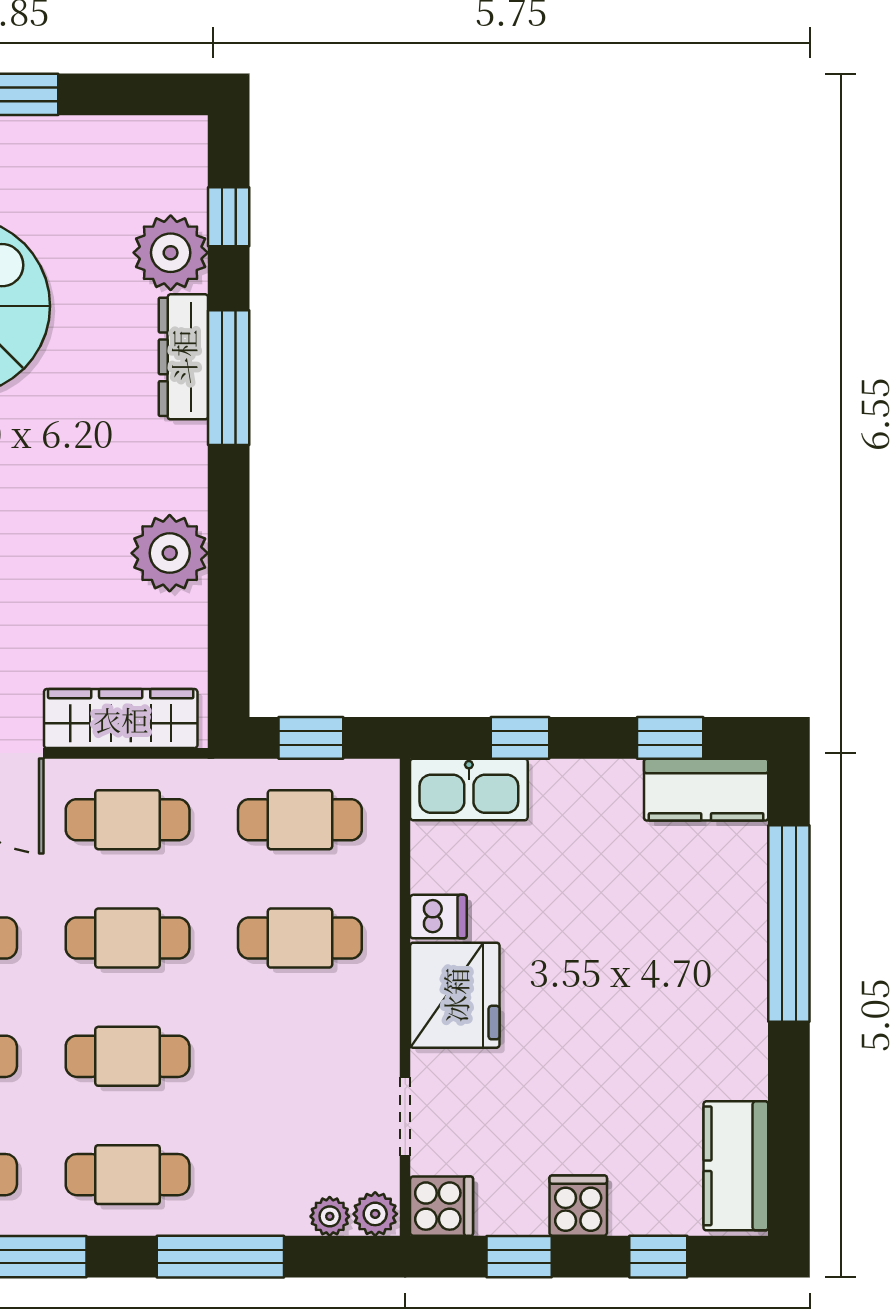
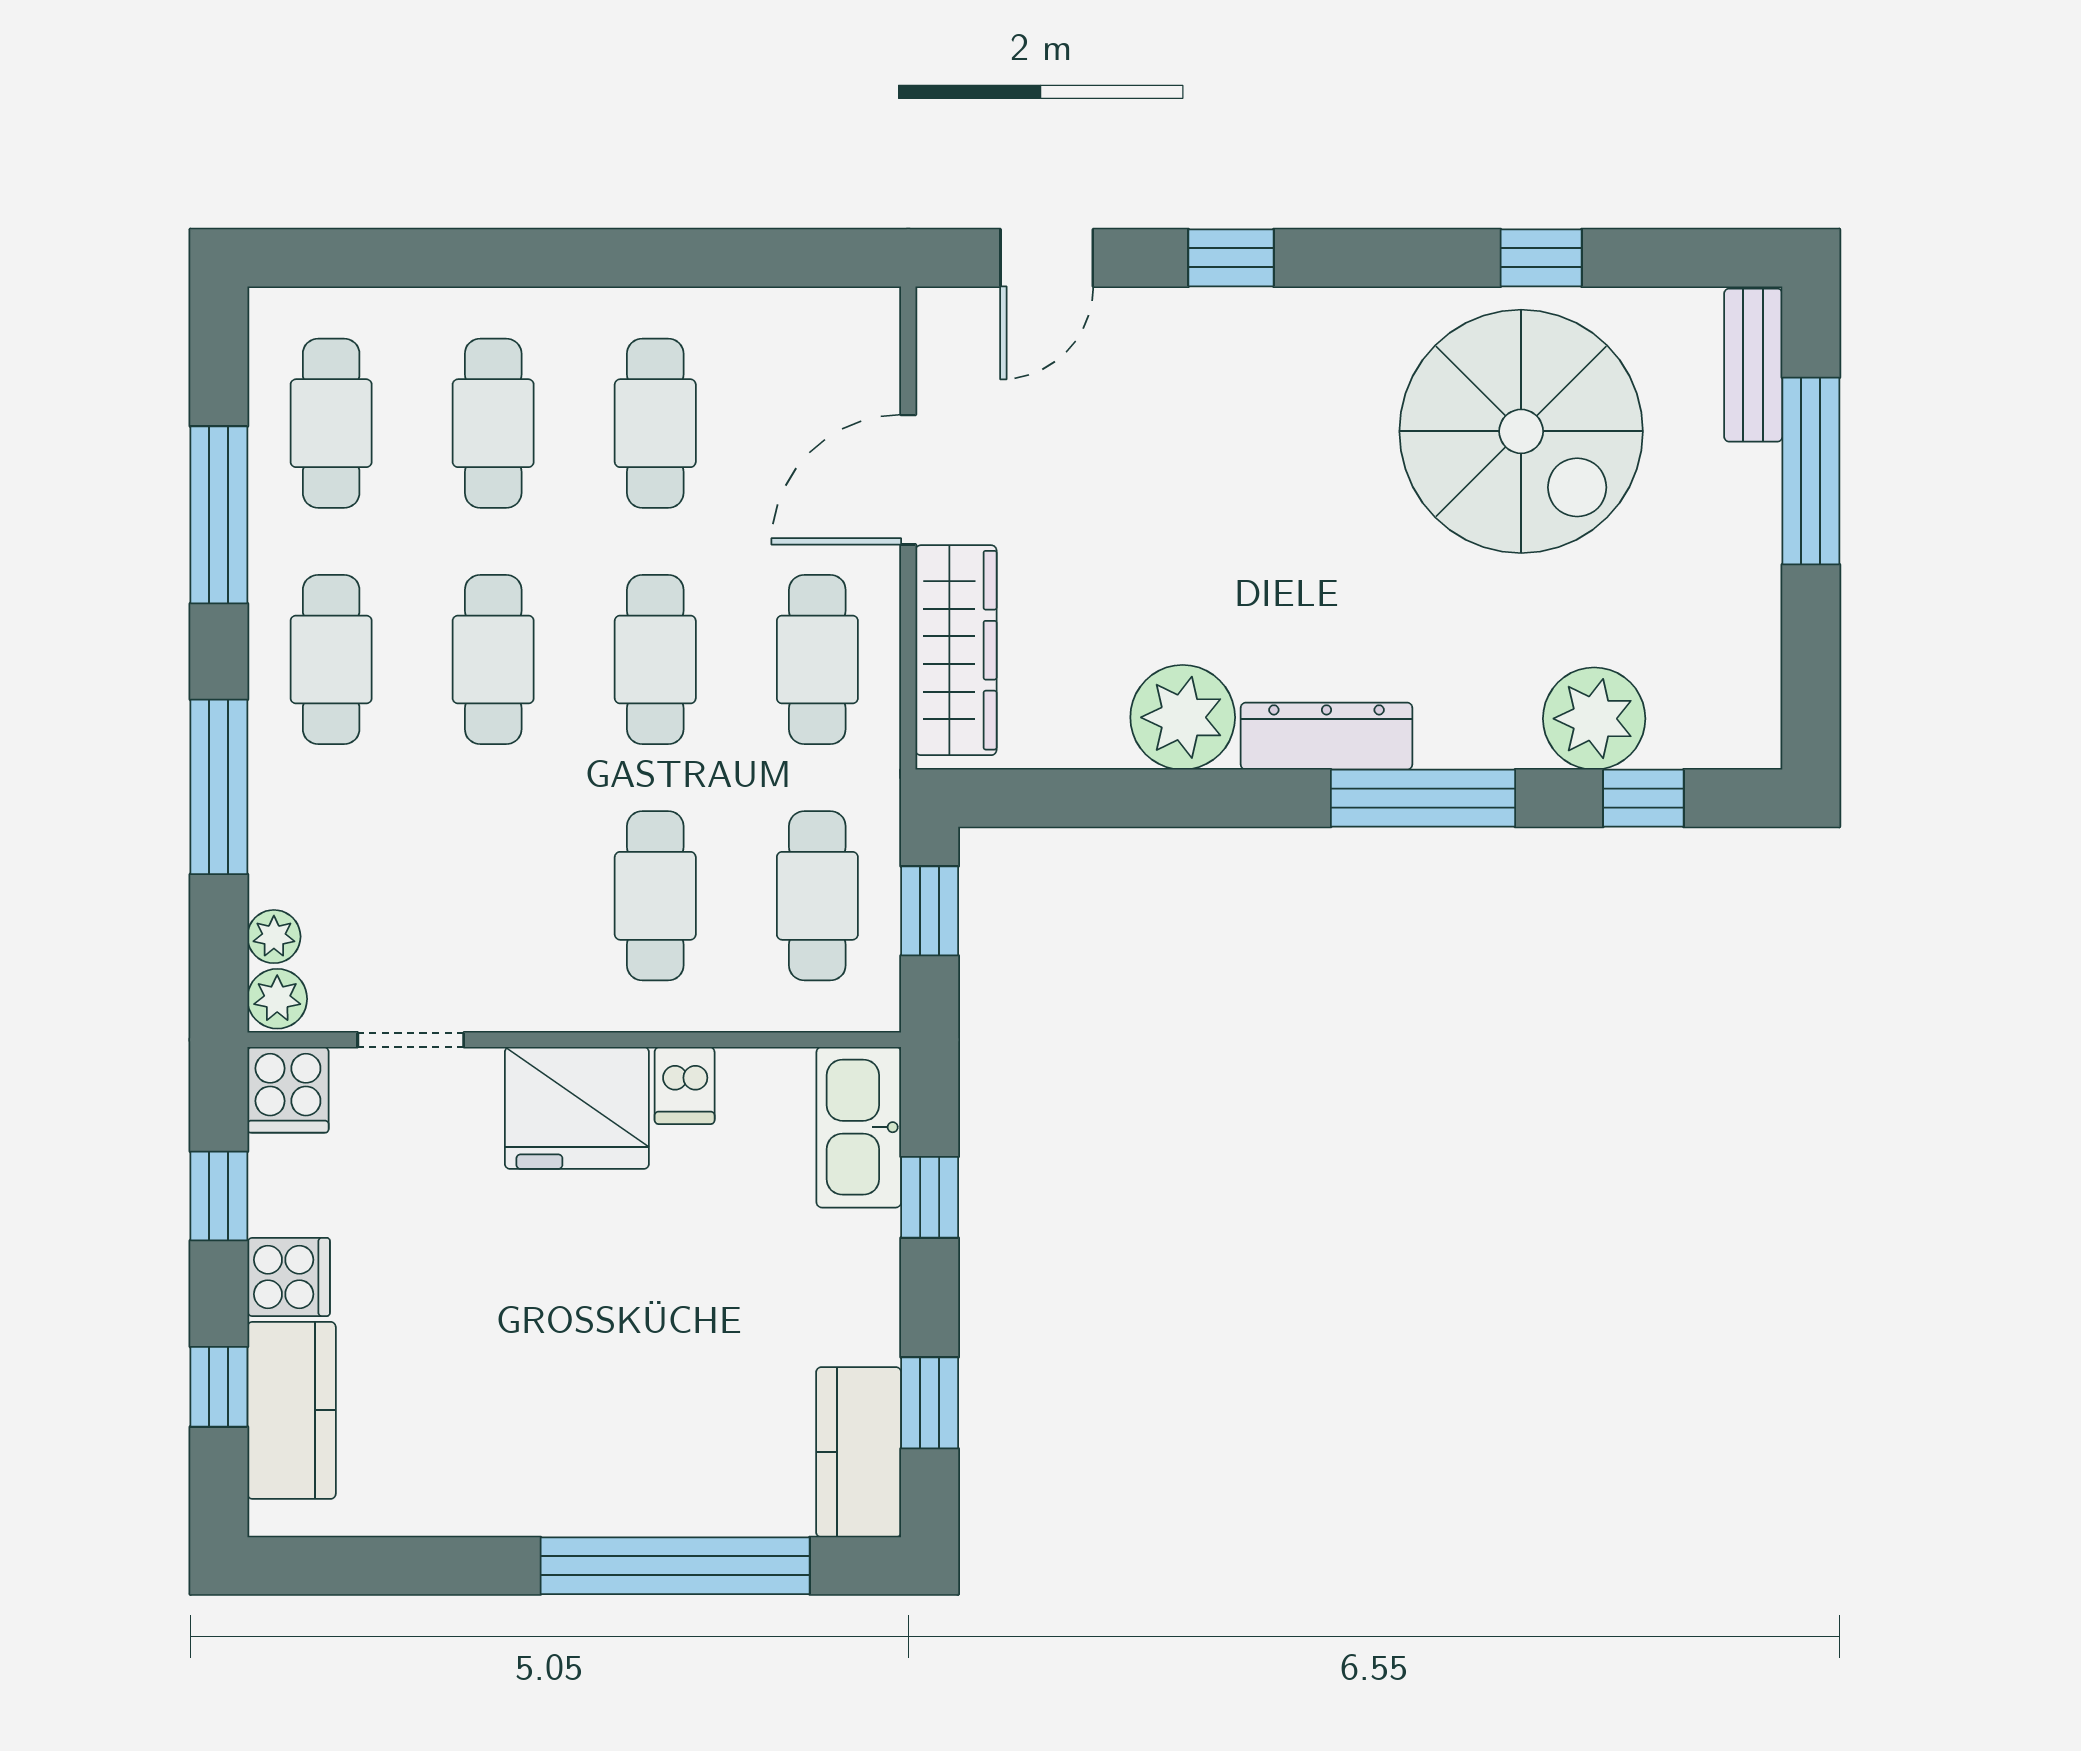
dresser: (183, 357) -> (1327, 736), moved
kitchen counter: (736, 1166) -> (292, 1410), moved, turned 90

